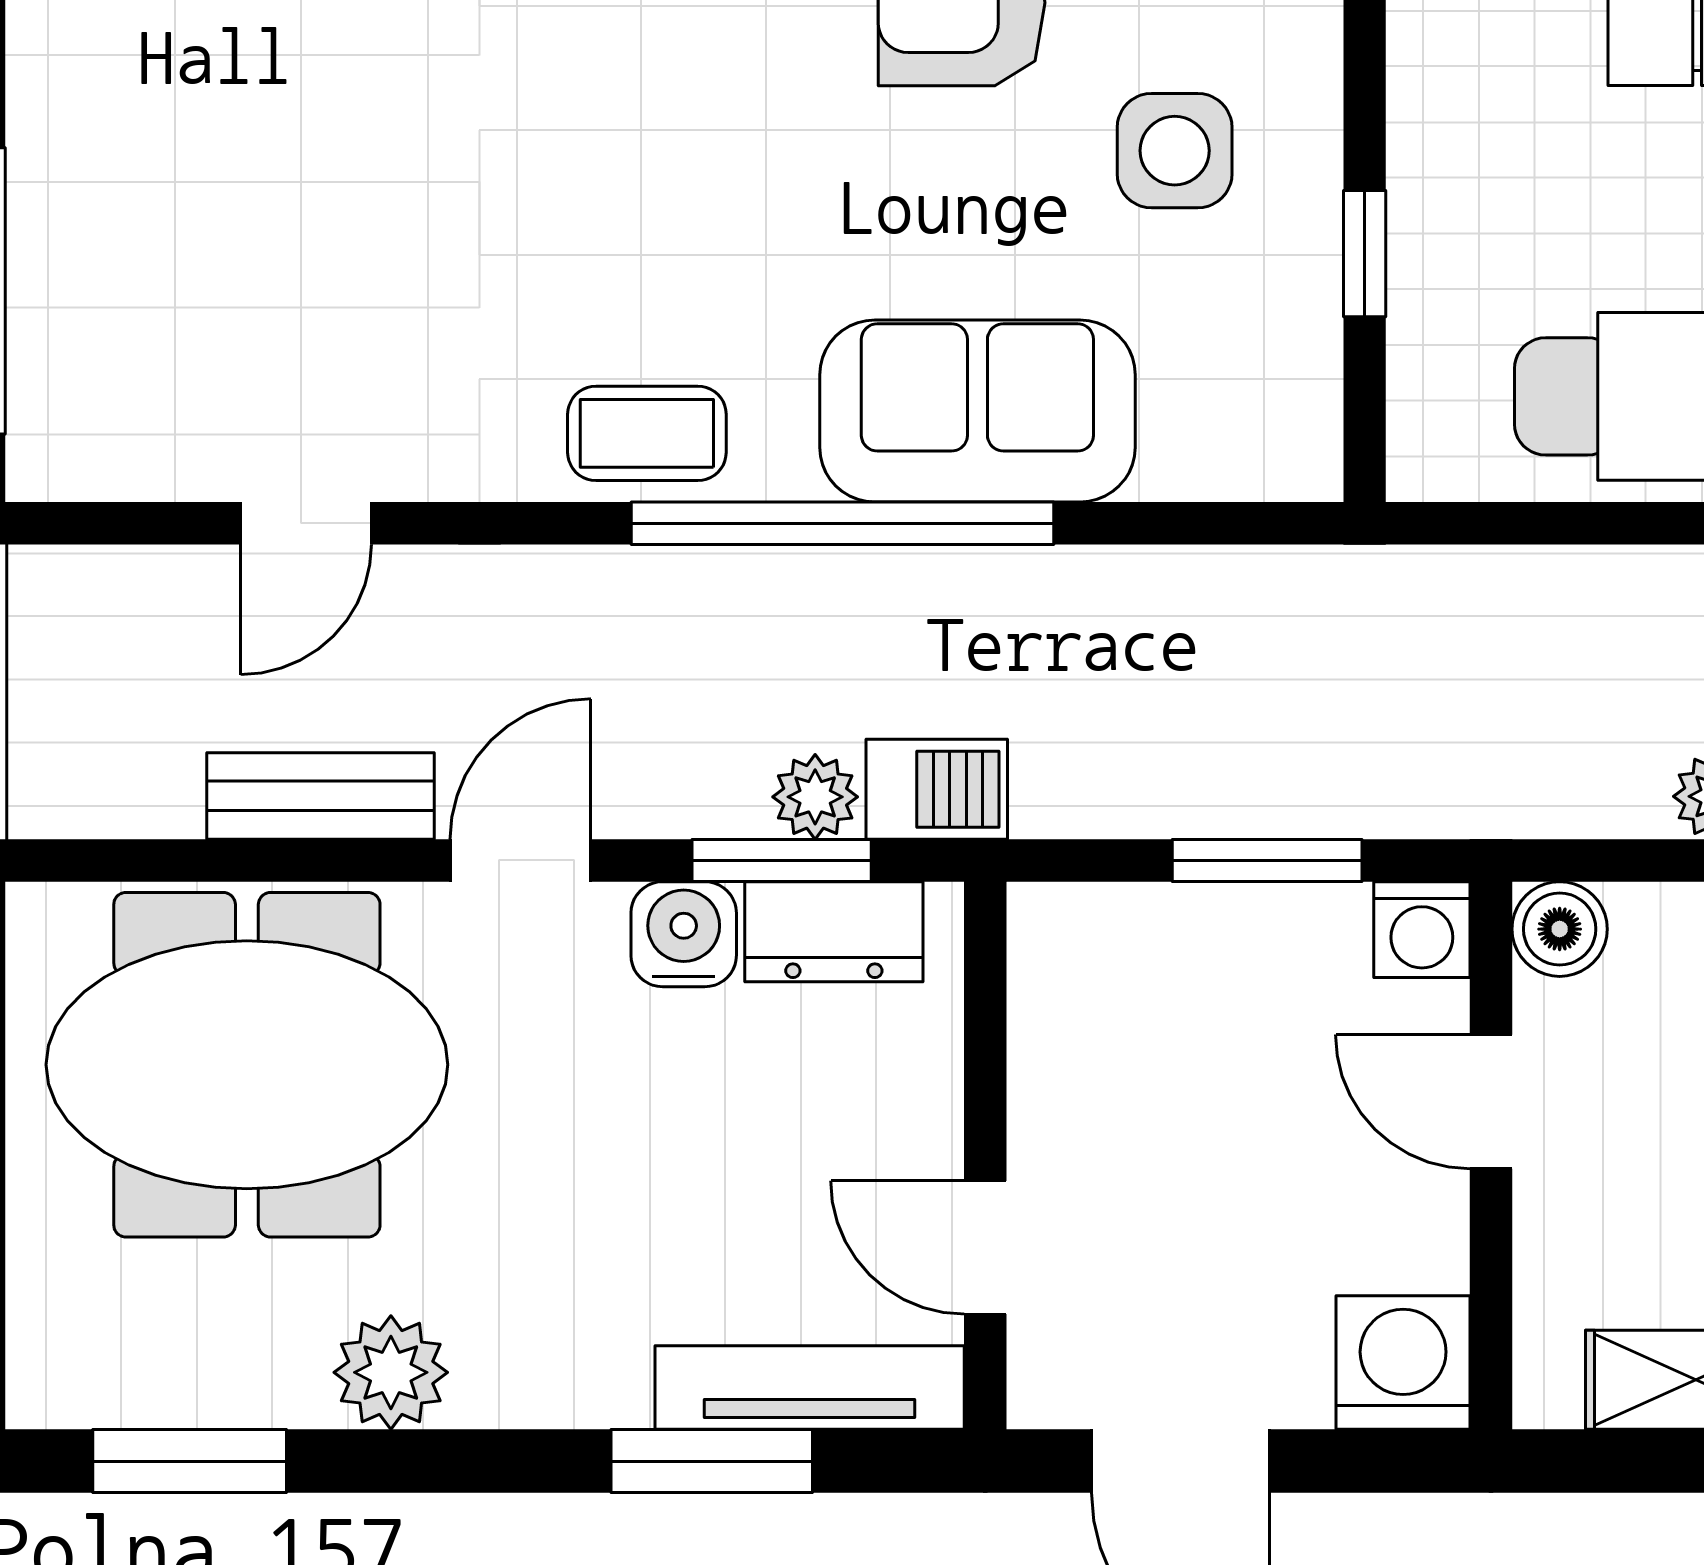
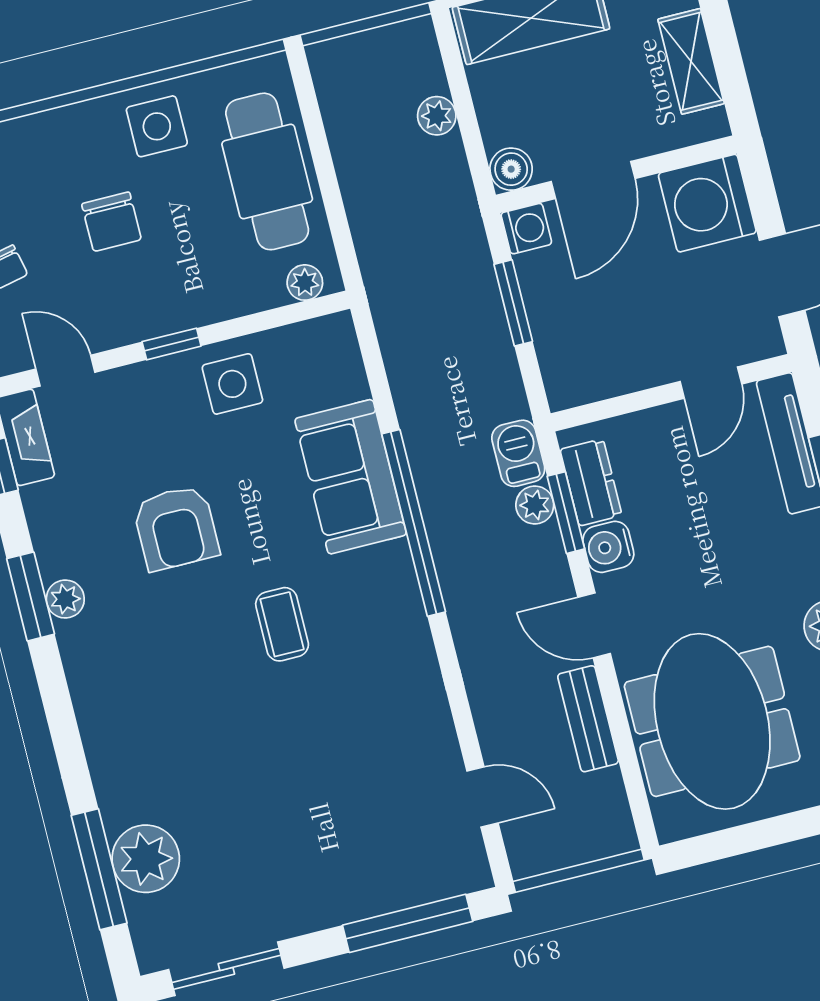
side table: (1175, 151) -> (232, 384), moved
window: (1365, 254) -> (172, 344), moved
plant: (1425, 418) -> (305, 283), added
coffee table: (647, 433) -> (282, 624), moved
door: (306, 523) -> (482, 797), moved
door: (1491, 1102) -> (593, 180), width x1.38
washing machine: (1403, 1363) -> (707, 203), width x1.37, depth x1.37

